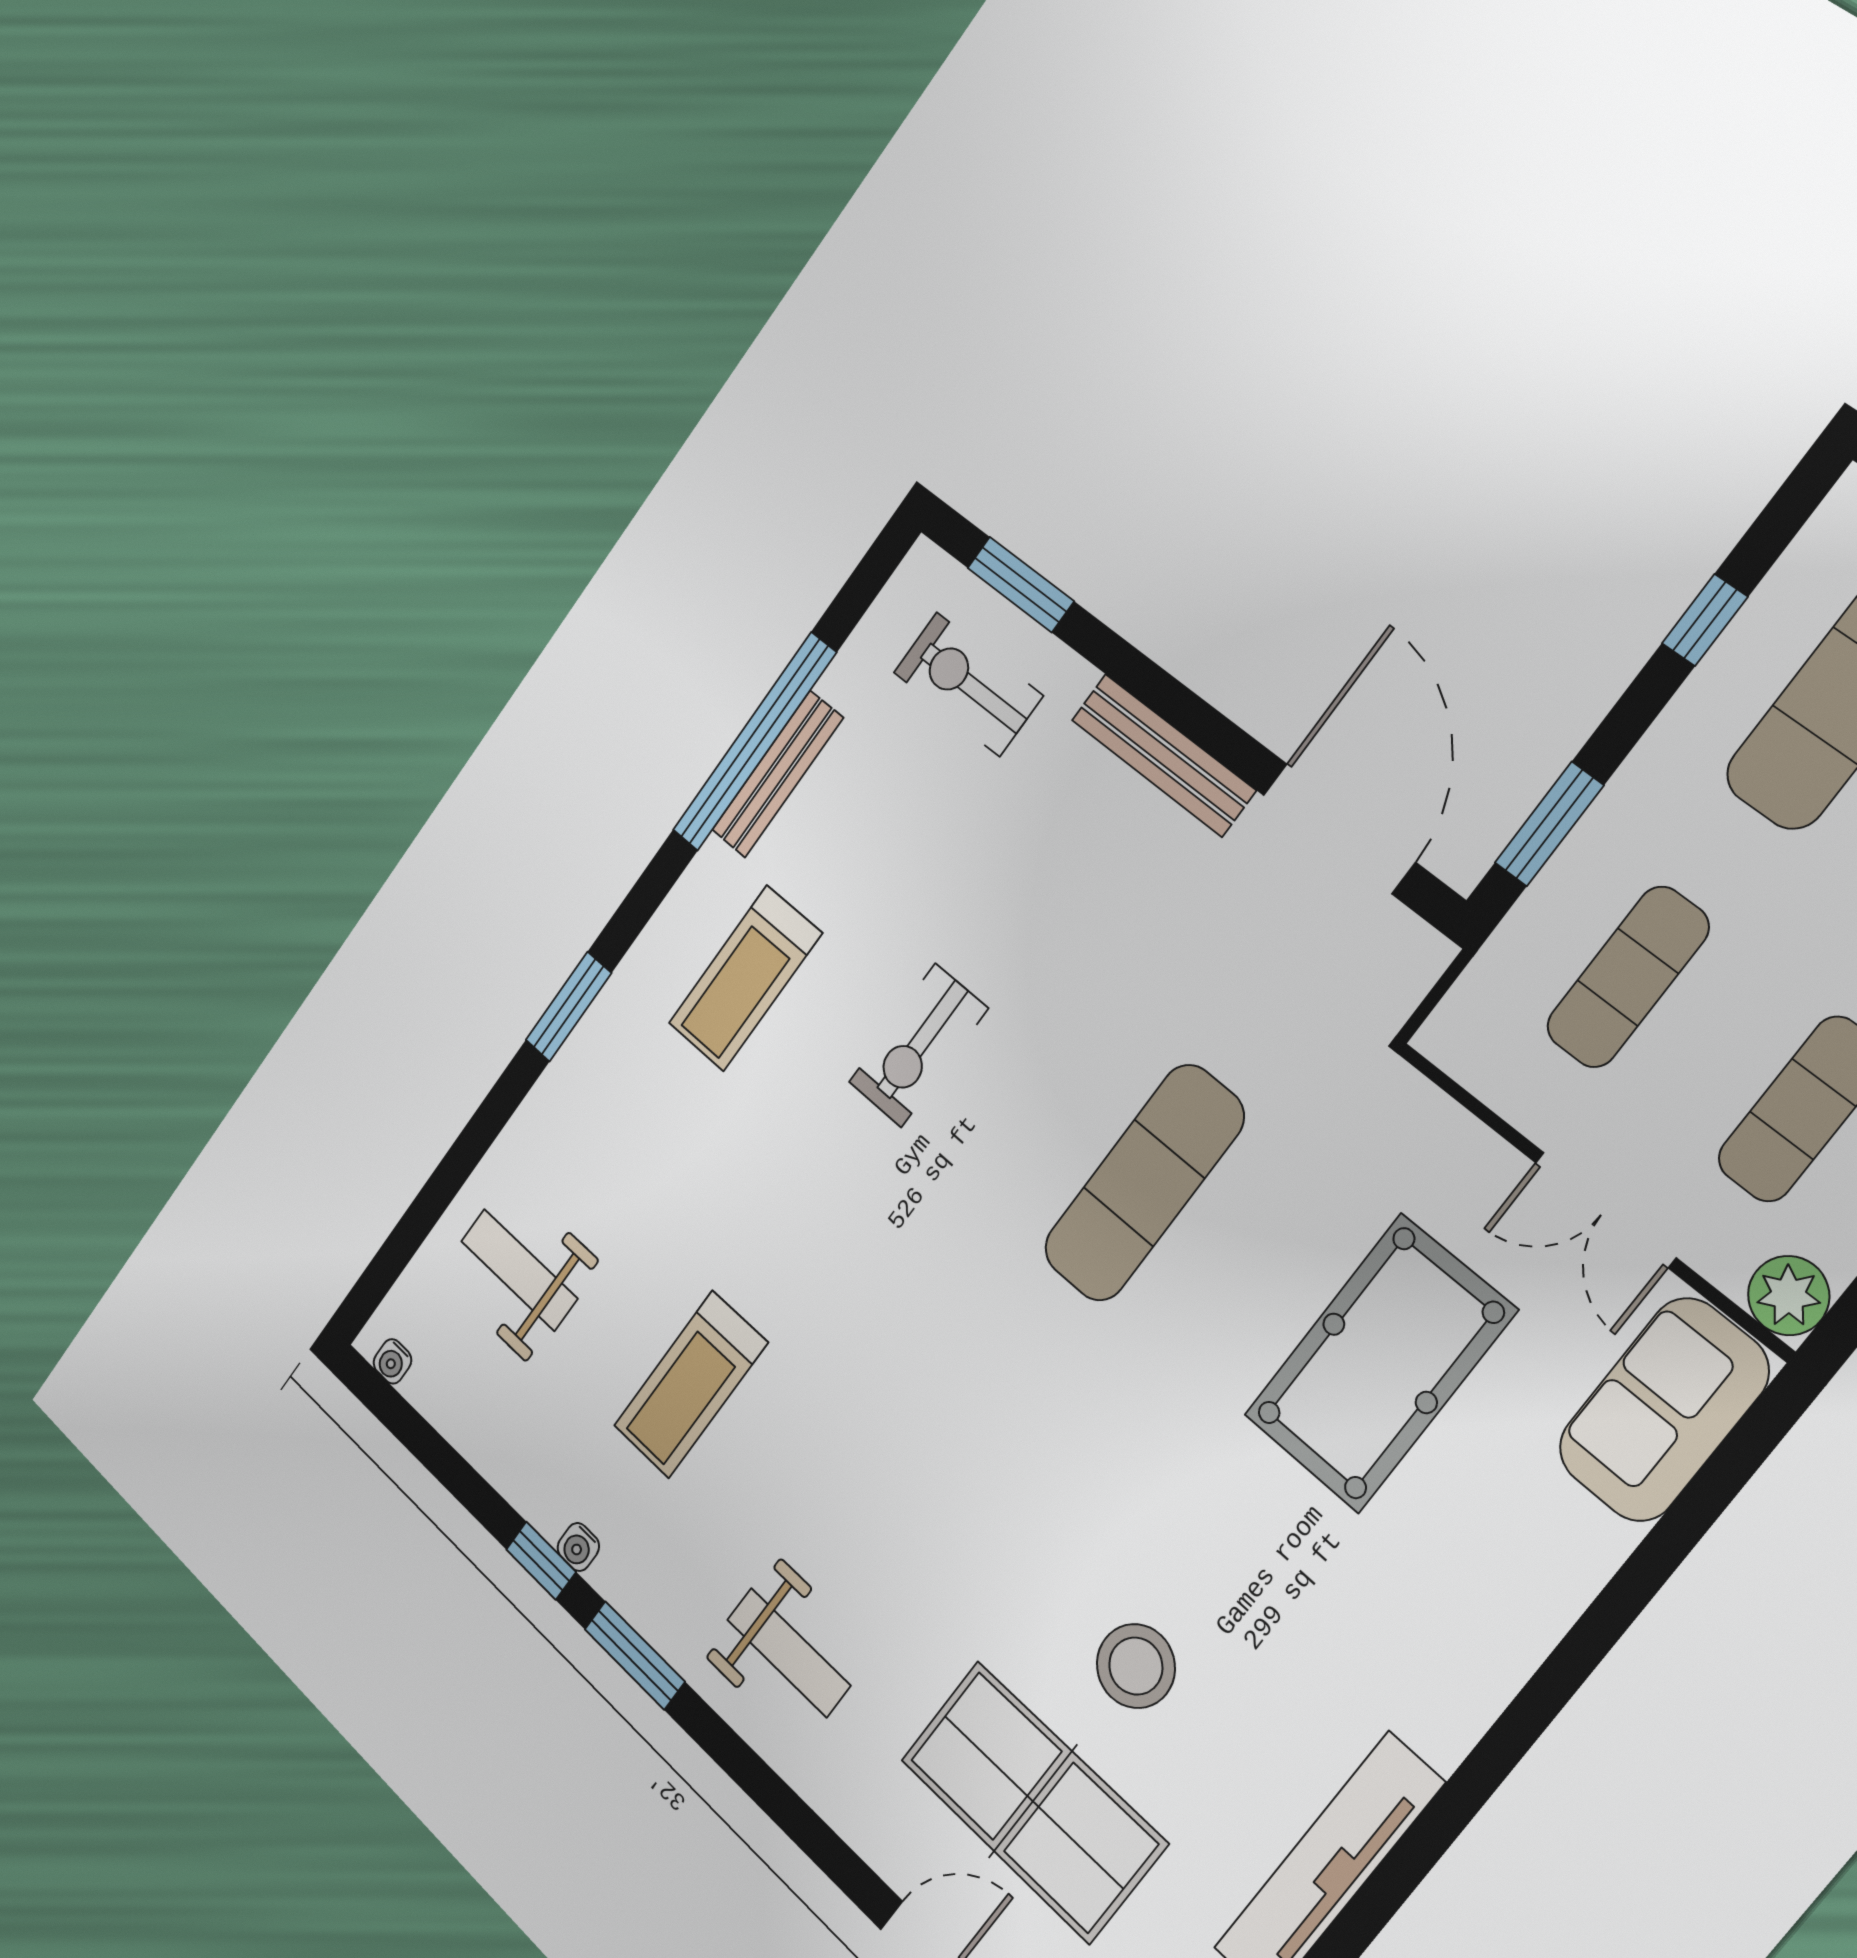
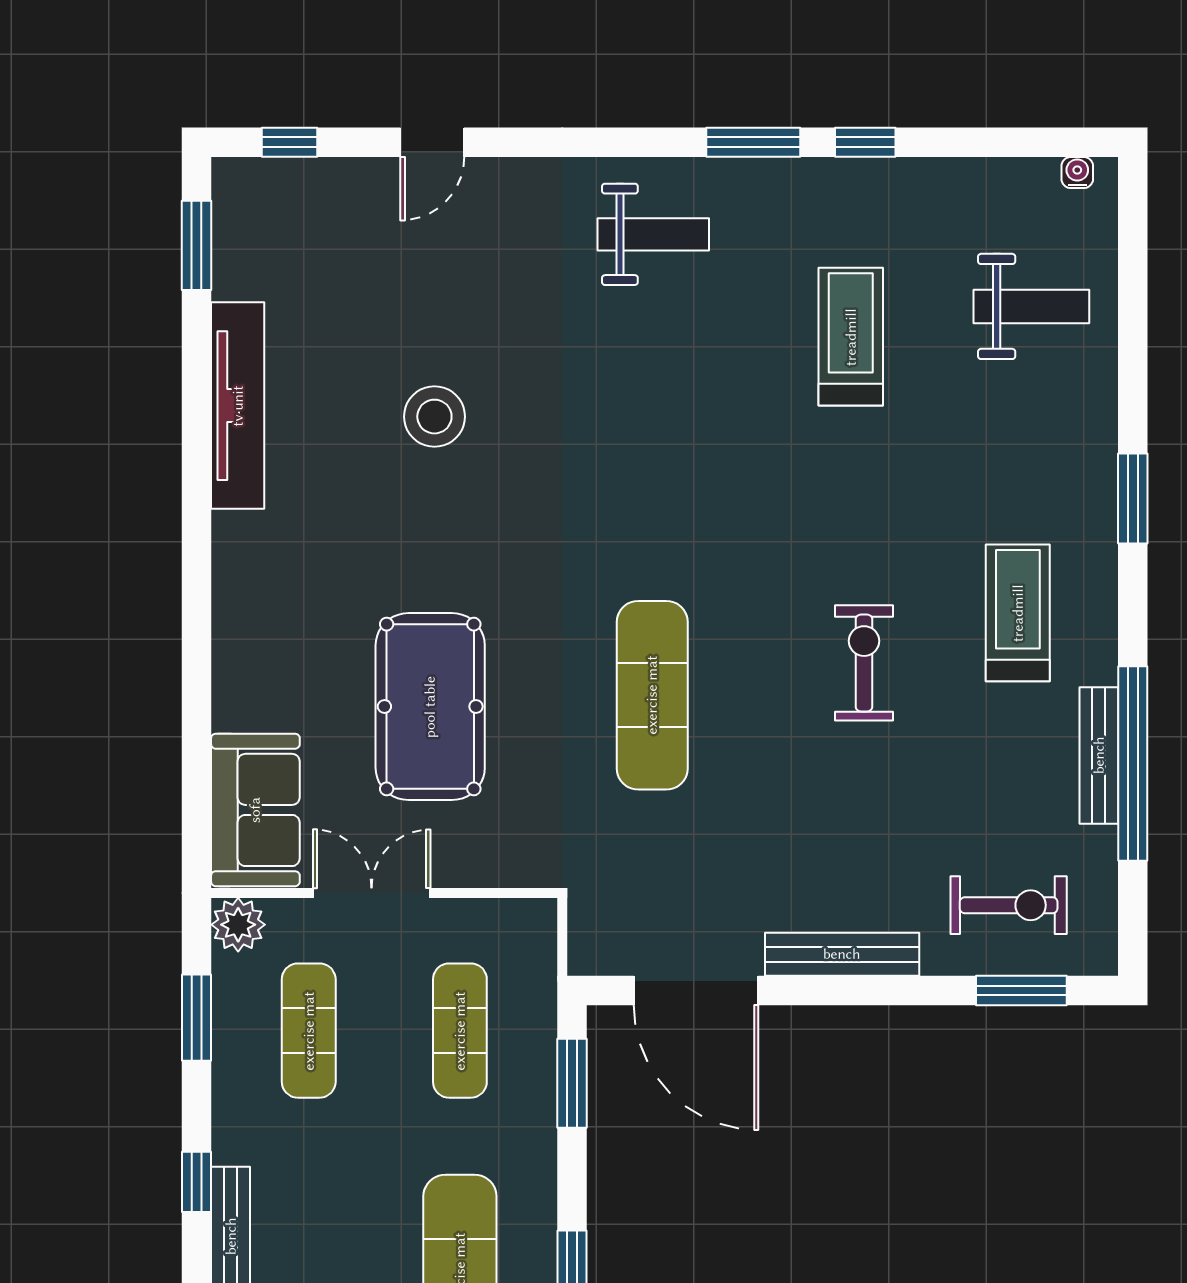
water cooler: (578, 1547) -> (846, 173), removed
weight bench: (789, 1652) -> (653, 234), turned 180
table tennis table: (1033, 1801) -> (433, 286), removed

